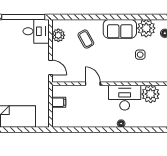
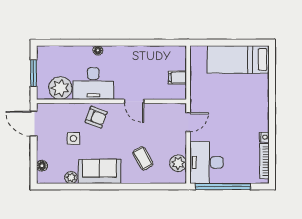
plant: (146, 28) -> (71, 177), width x0.53, depth x0.53
desk: (36, 31) -> (207, 163), width x1.37
door: (50, 67) -> (188, 122), swing flipped
armchair: (122, 71) -> (96, 117), added

